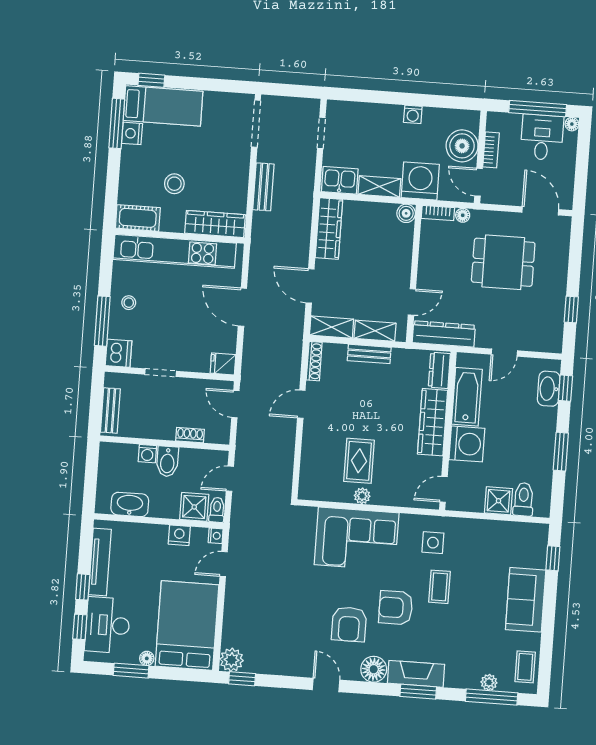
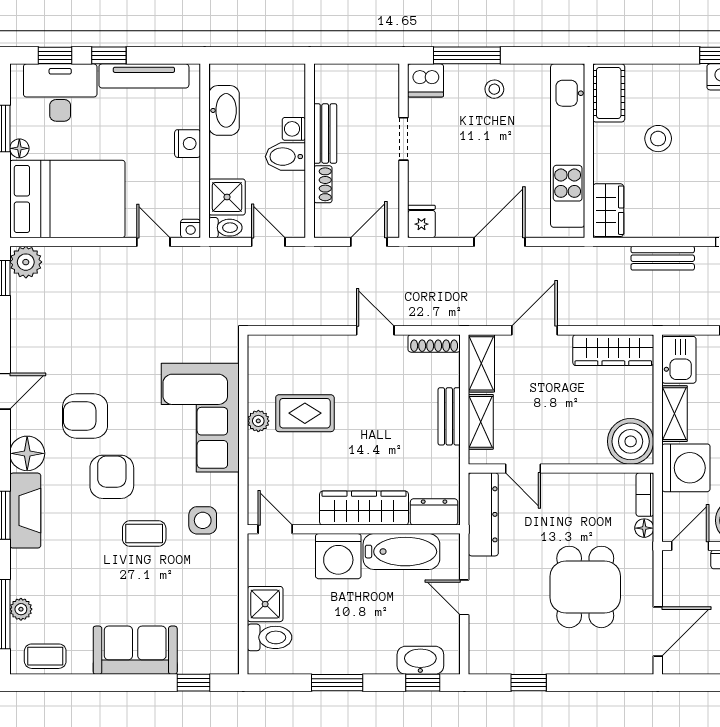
boiler: (406, 213) -> (631, 441), width x1.86, depth x1.86
wardrobe: (215, 224) -> (608, 210), width x0.67
bench: (110, 410) -> (325, 133), moved, turned 90
nightstand: (179, 535) -> (188, 144), moved

